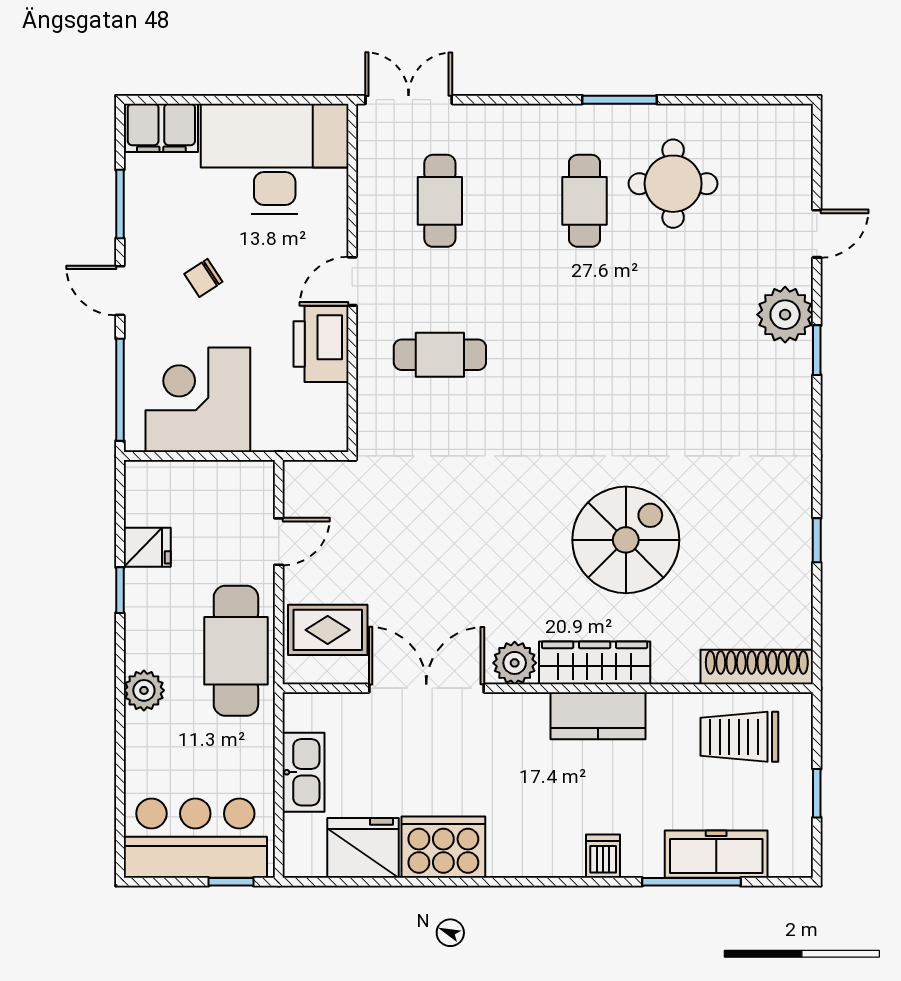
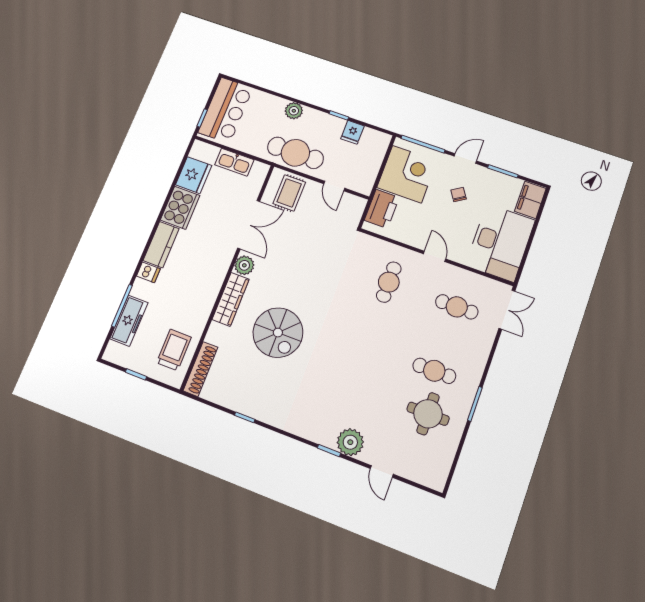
printer: (321, 344) -> (382, 209), moved, turned 90
kitchen counter: (598, 716) -> (161, 245), moved, turned 180

